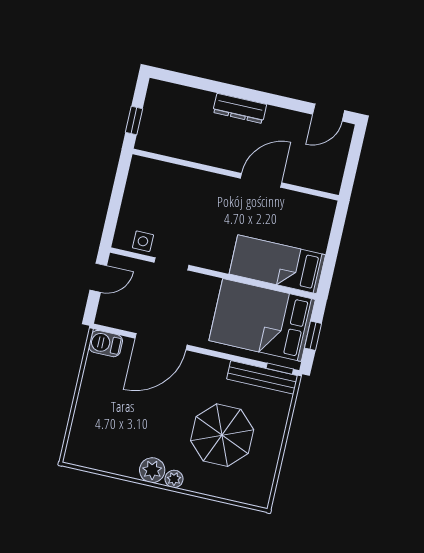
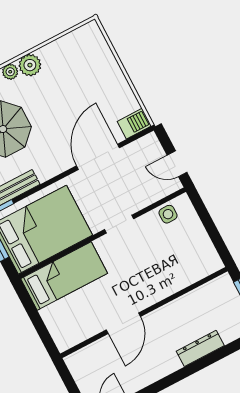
dresser: (240, 108) -> (200, 348), moved
doorway: (171, 264) -> (119, 224), moved
door: (98, 278) -> (177, 164), hinge flipped

